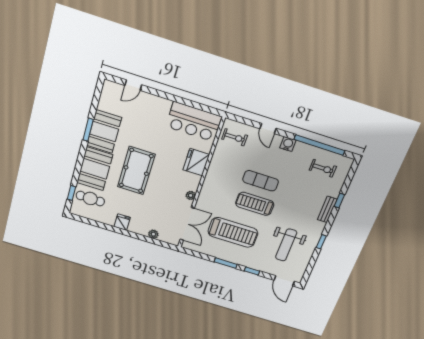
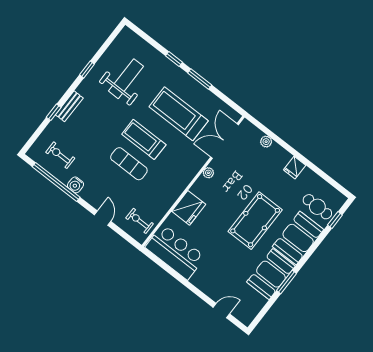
water cooler: (288, 144) -> (76, 185), moved
treadmill: (255, 204) -> (144, 139), turned 180
door: (284, 281) -> (142, 34), removed

